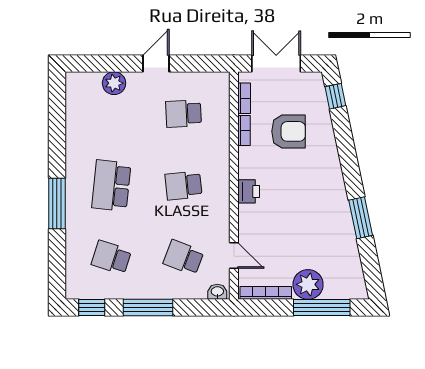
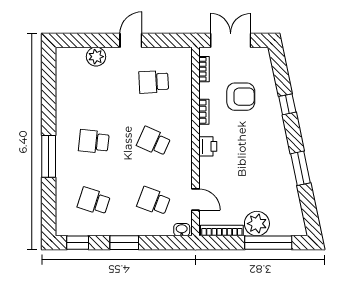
window: (335, 96) -> (287, 104), moved
bookcase: (244, 131) -> (204, 112), moved
school desk: (111, 186) -> (94, 142), width x0.54
school desk: (184, 186) -> (154, 142), turned 30
window: (148, 308) -> (124, 243), width x0.69

